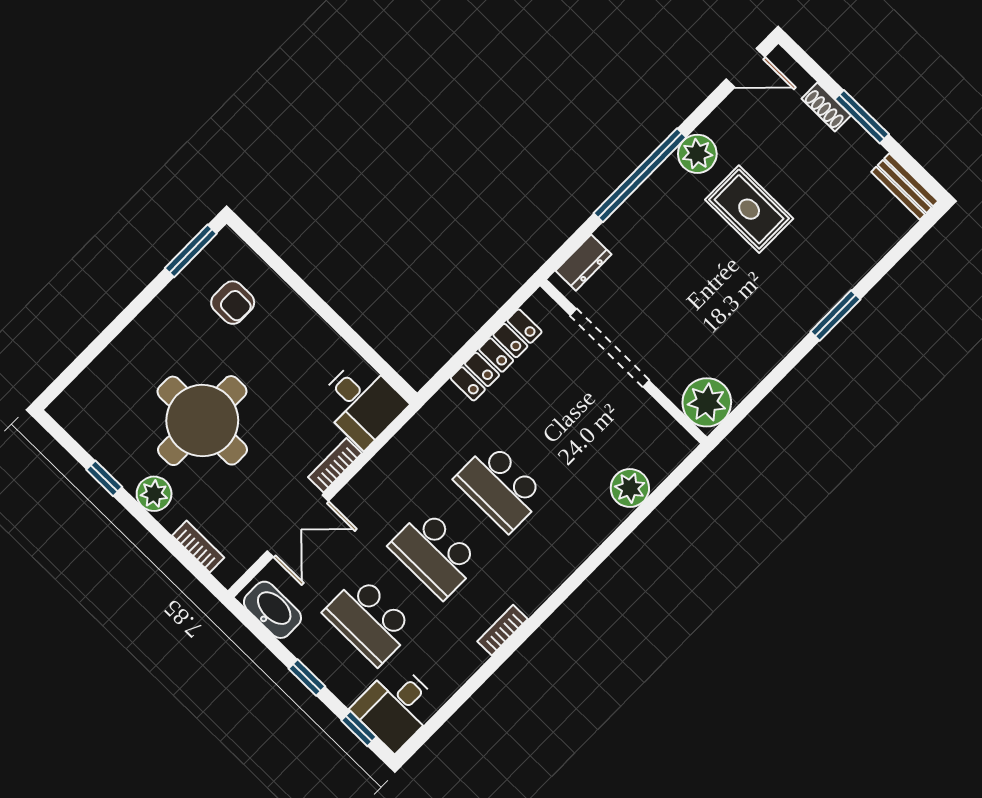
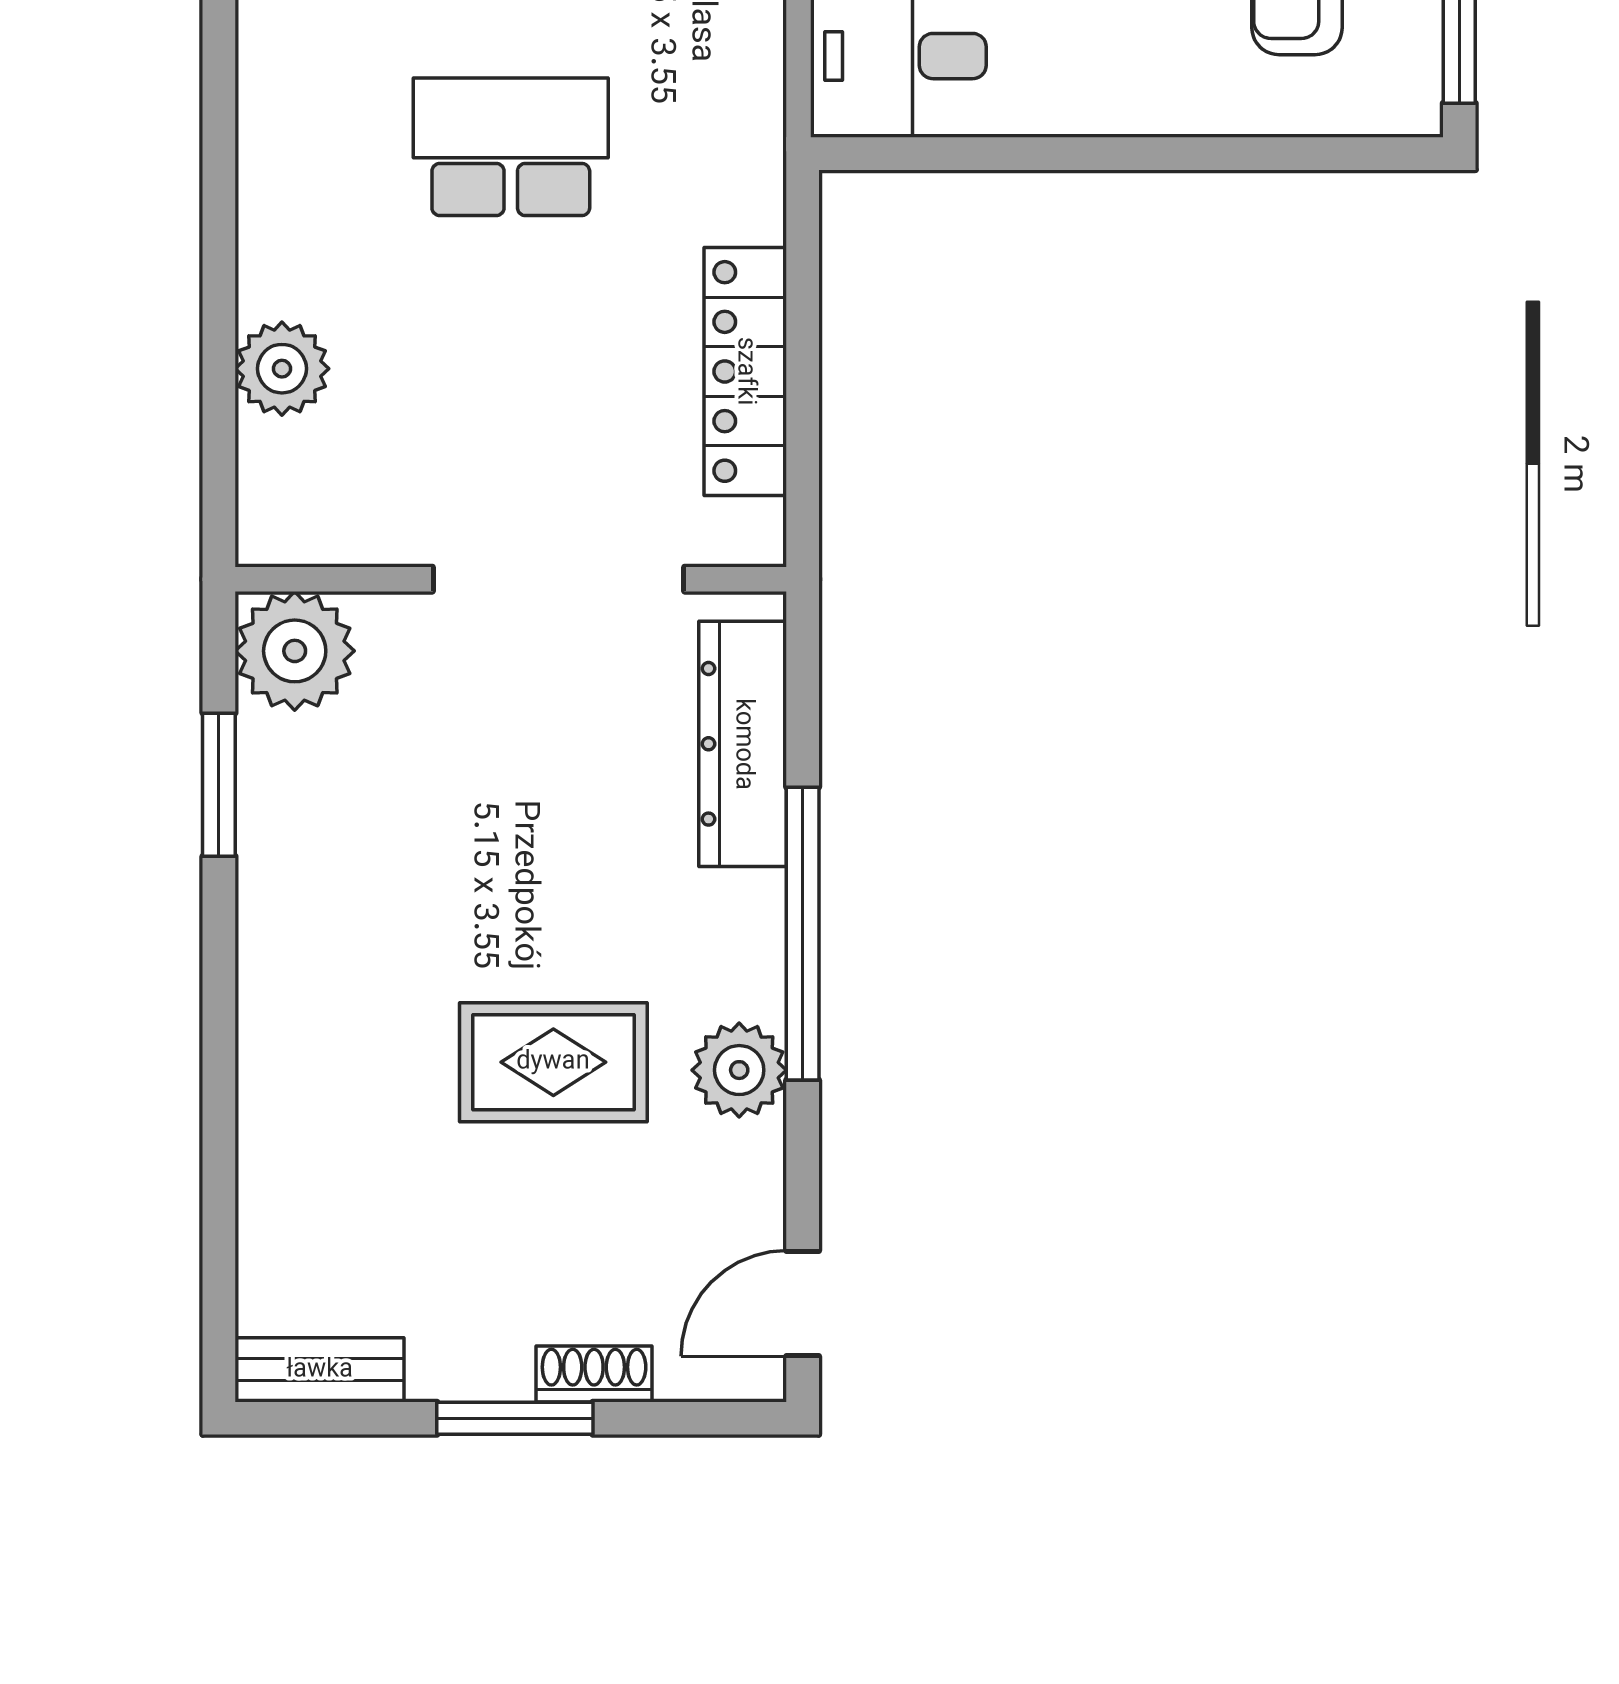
dresser: (584, 263) -> (743, 744), width x1.96, depth x1.24
window: (835, 315) -> (219, 785), moved

